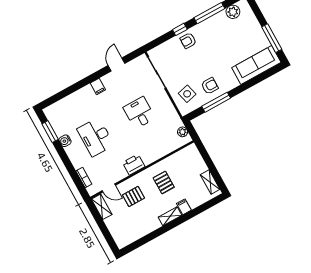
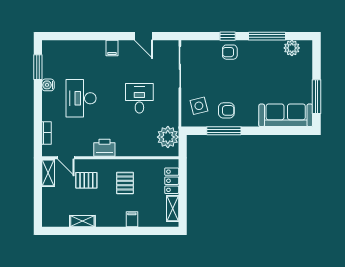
door: (116, 64) -> (143, 36), swing flipped
plant: (183, 132) -> (168, 137), width x1.87, depth x1.87
locker: (198, 161) -> (172, 181), added
shelving: (170, 216) -> (82, 221), moved

